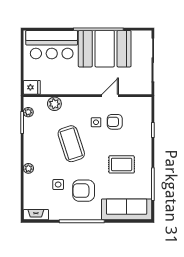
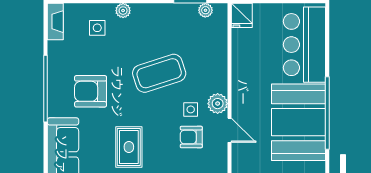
plant: (54, 104) -> (218, 104), moved
armchair: (115, 122) -> (191, 137), turned -90
side table: (58, 185) -> (97, 28), moved
armchair: (84, 191) -> (91, 91), turned -90

